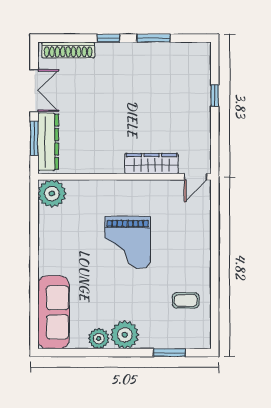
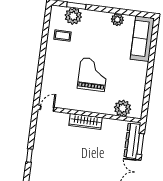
wardrobe: (152, 164) -> (86, 121), moved
plant: (52, 194) -> (123, 108), moved
plant: (125, 335) -> (73, 16), moved

